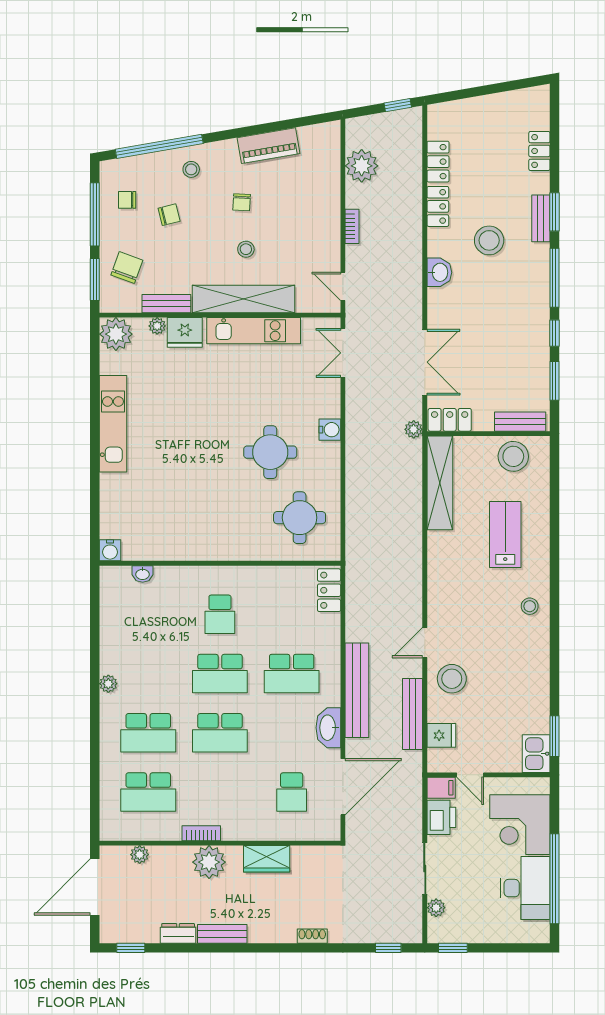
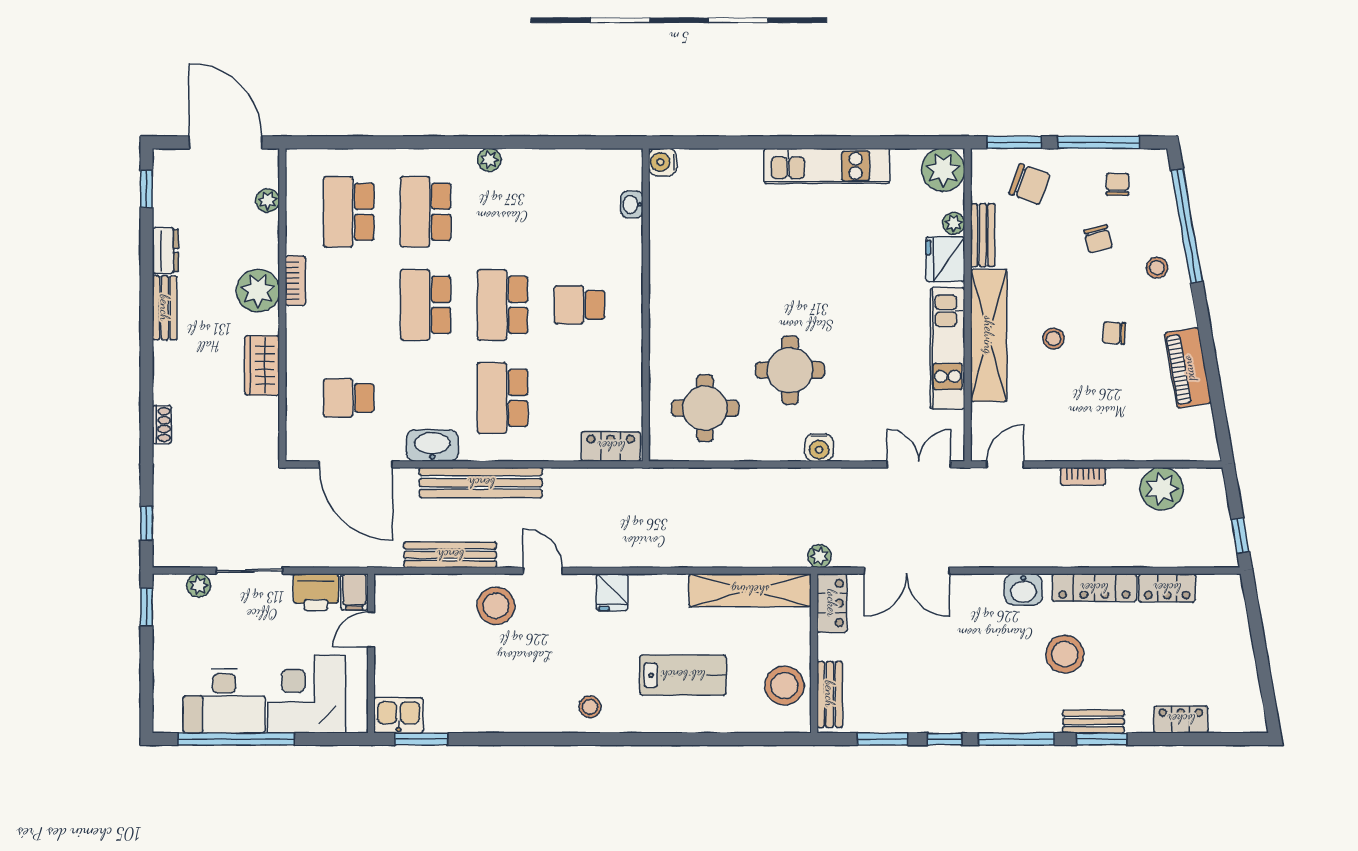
locker: (438, 206) -> (1094, 588), width x1.53
fridge: (441, 735) -> (612, 592), moved

